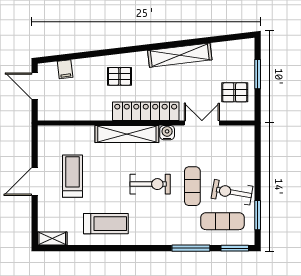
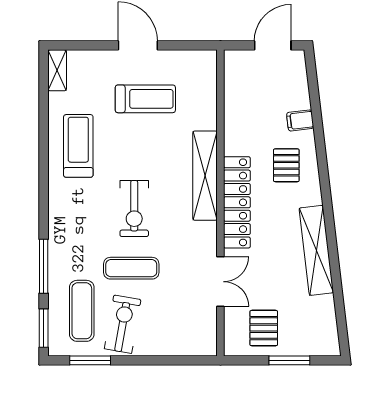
filing cabinet: (65, 69) -> (300, 120), moved
water cooler: (167, 133) -> (207, 232), removed
treadmill: (106, 224) -> (78, 146), turned 180

